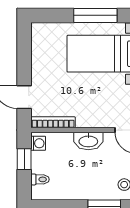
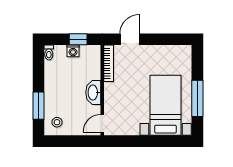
washing machine: (38, 143) -> (73, 51), moved
toilet: (40, 179) -> (49, 52), moved

